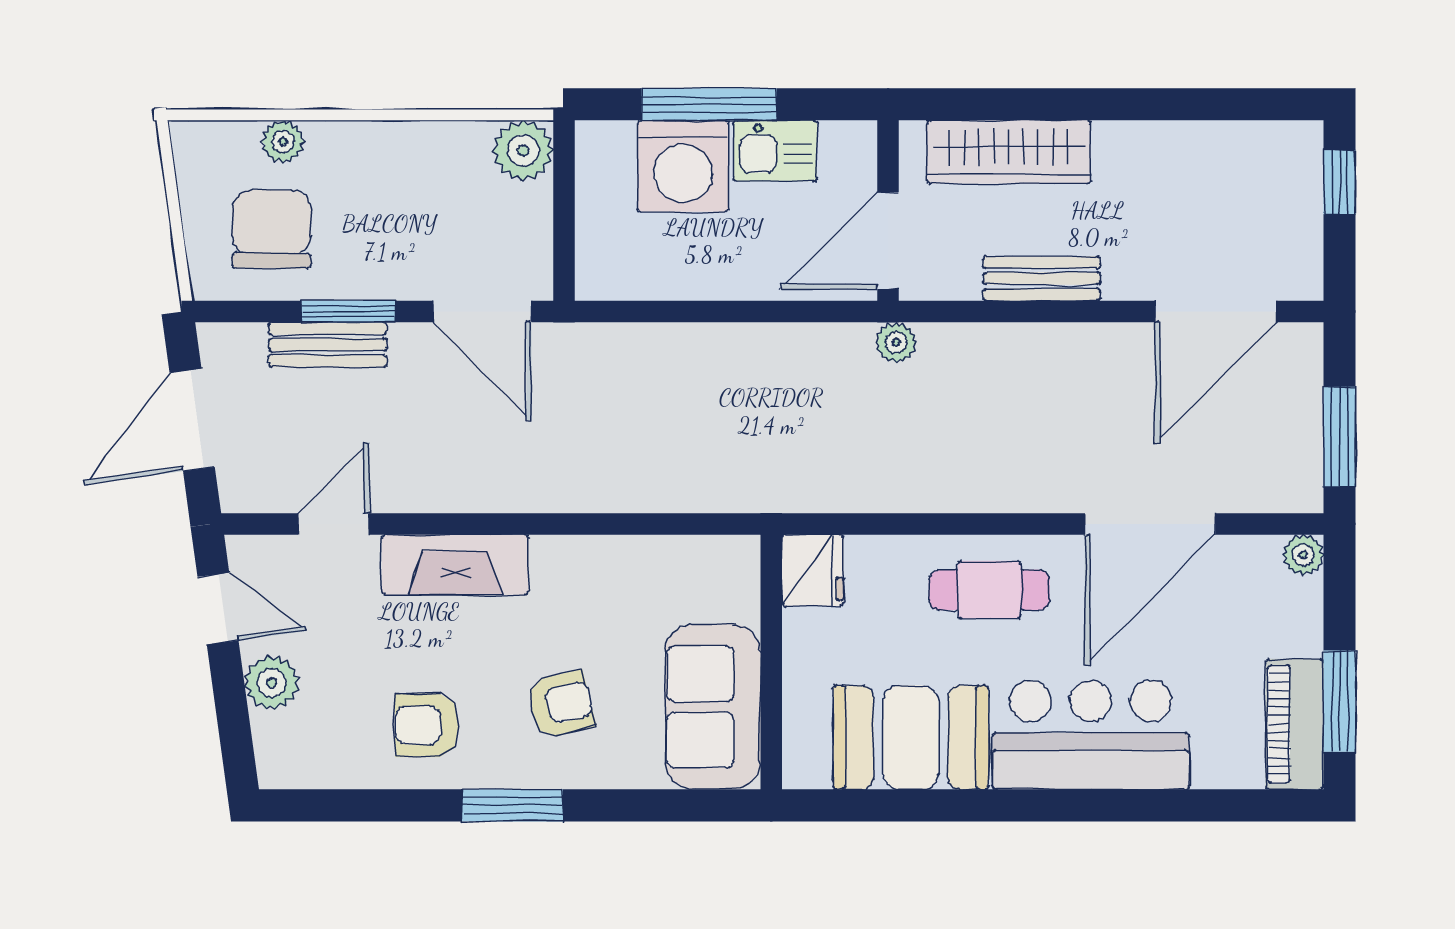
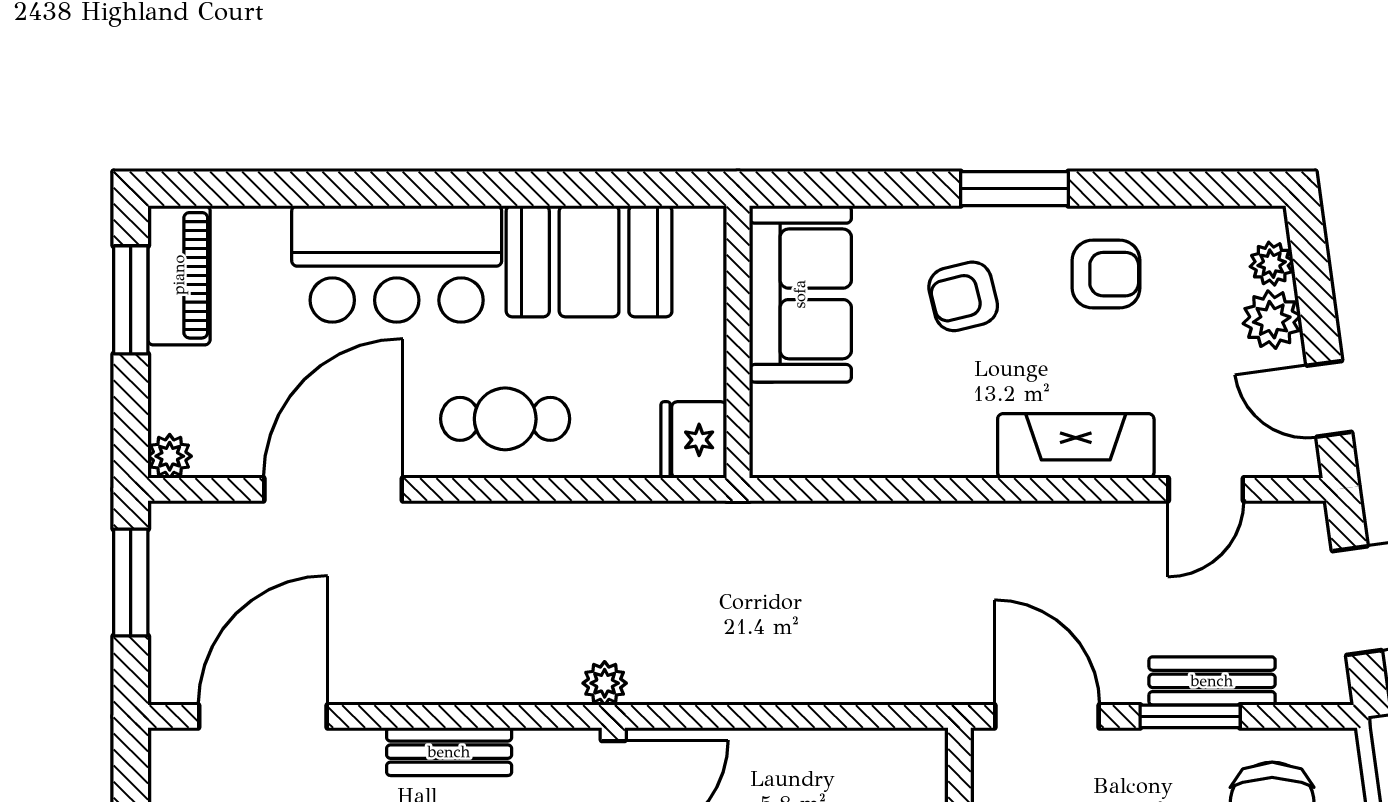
plant: (272, 735) -> (1272, 264), added

